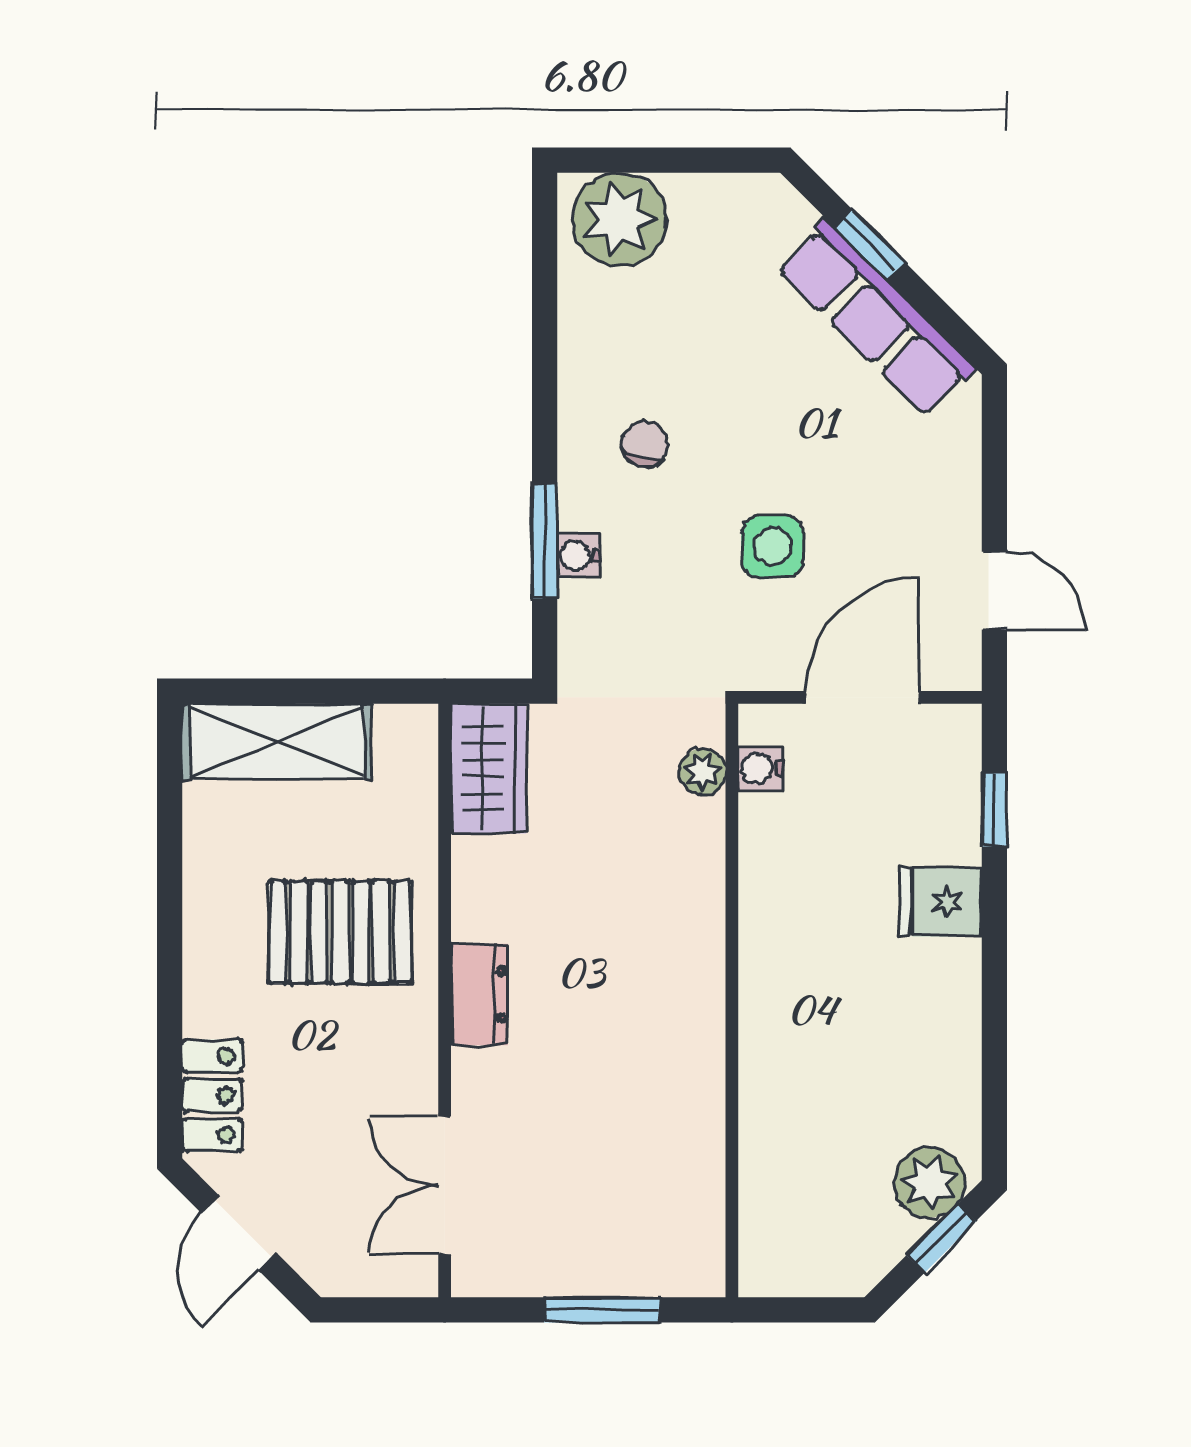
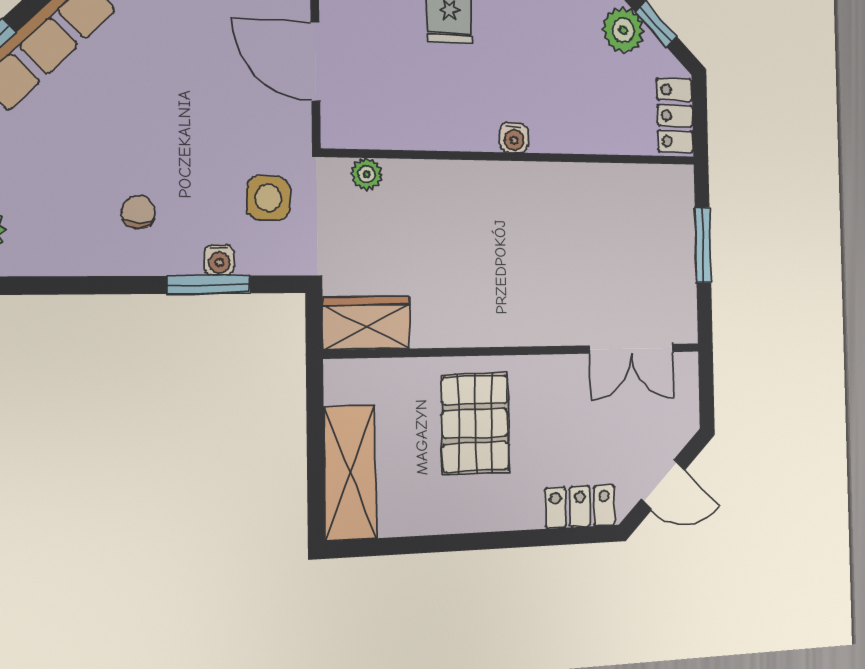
chair: (645, 444) -> (138, 212), turned 74
side table: (772, 546) -> (268, 198), moved
water cooler: (760, 769) -> (514, 138), moved
dresser: (479, 994) -> (513, 327), removed
locker: (801, 1267) -> (675, 116), added

